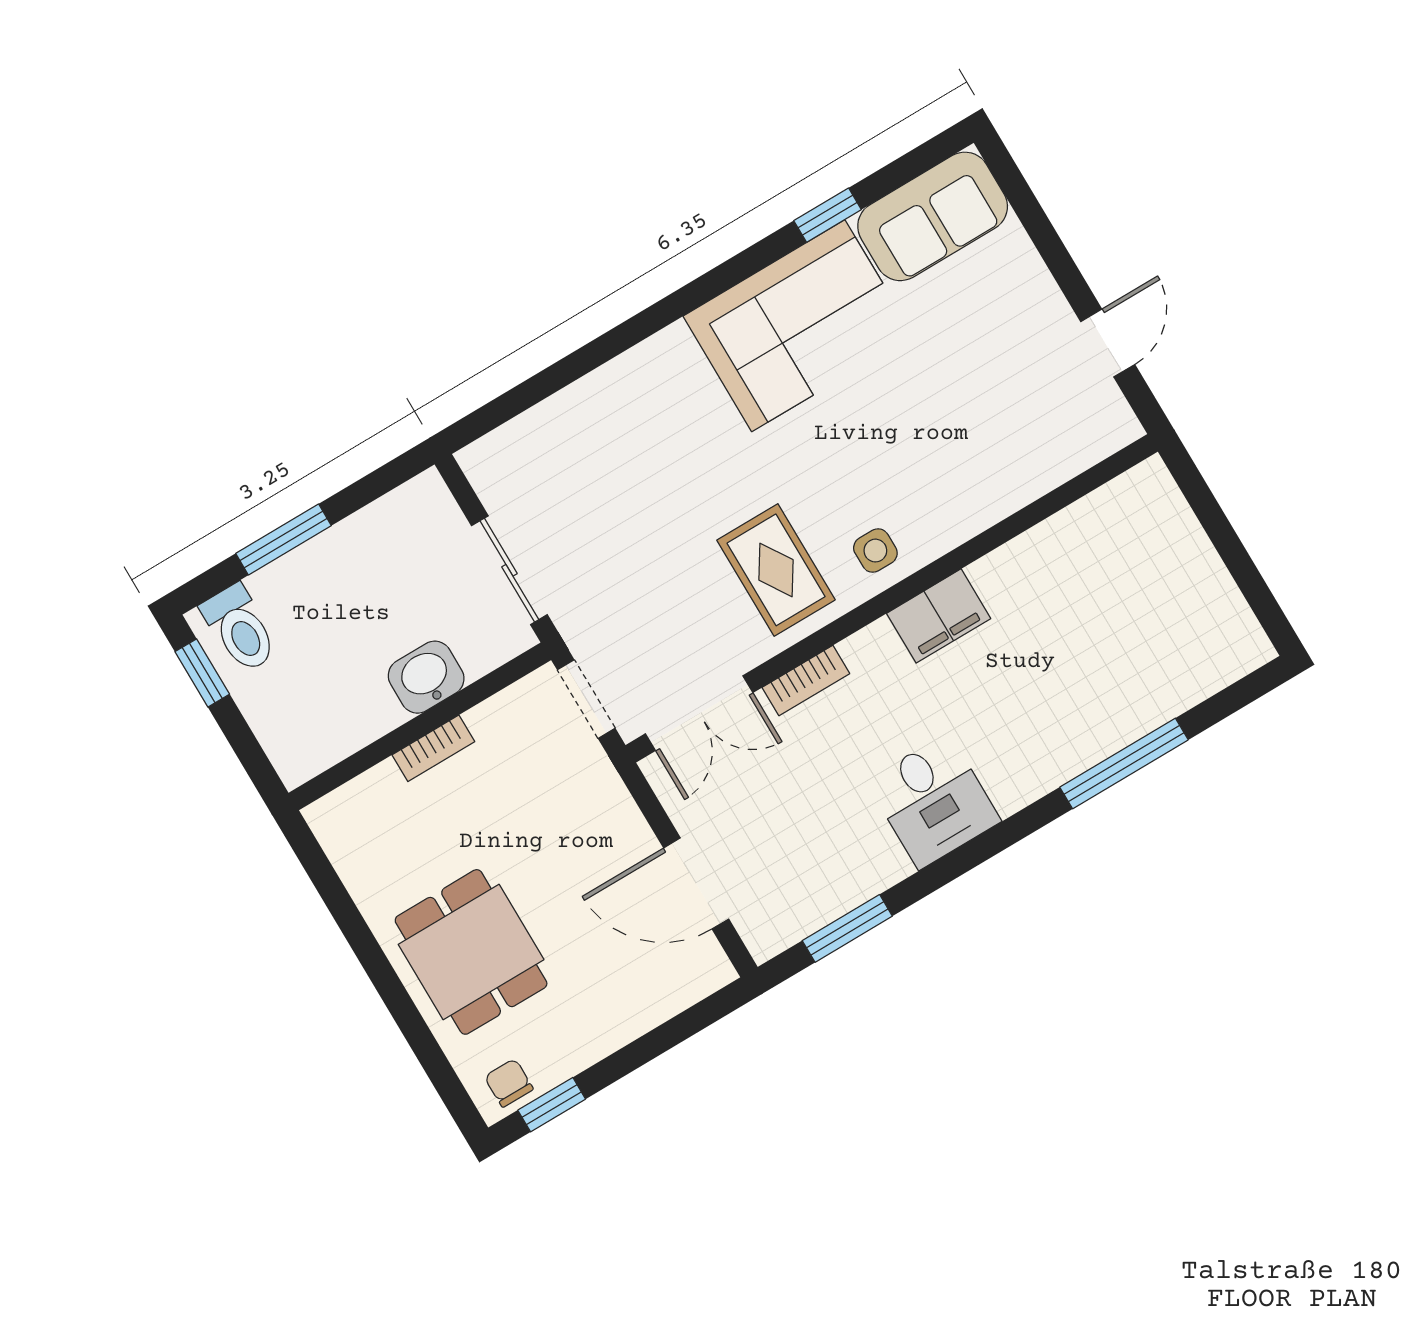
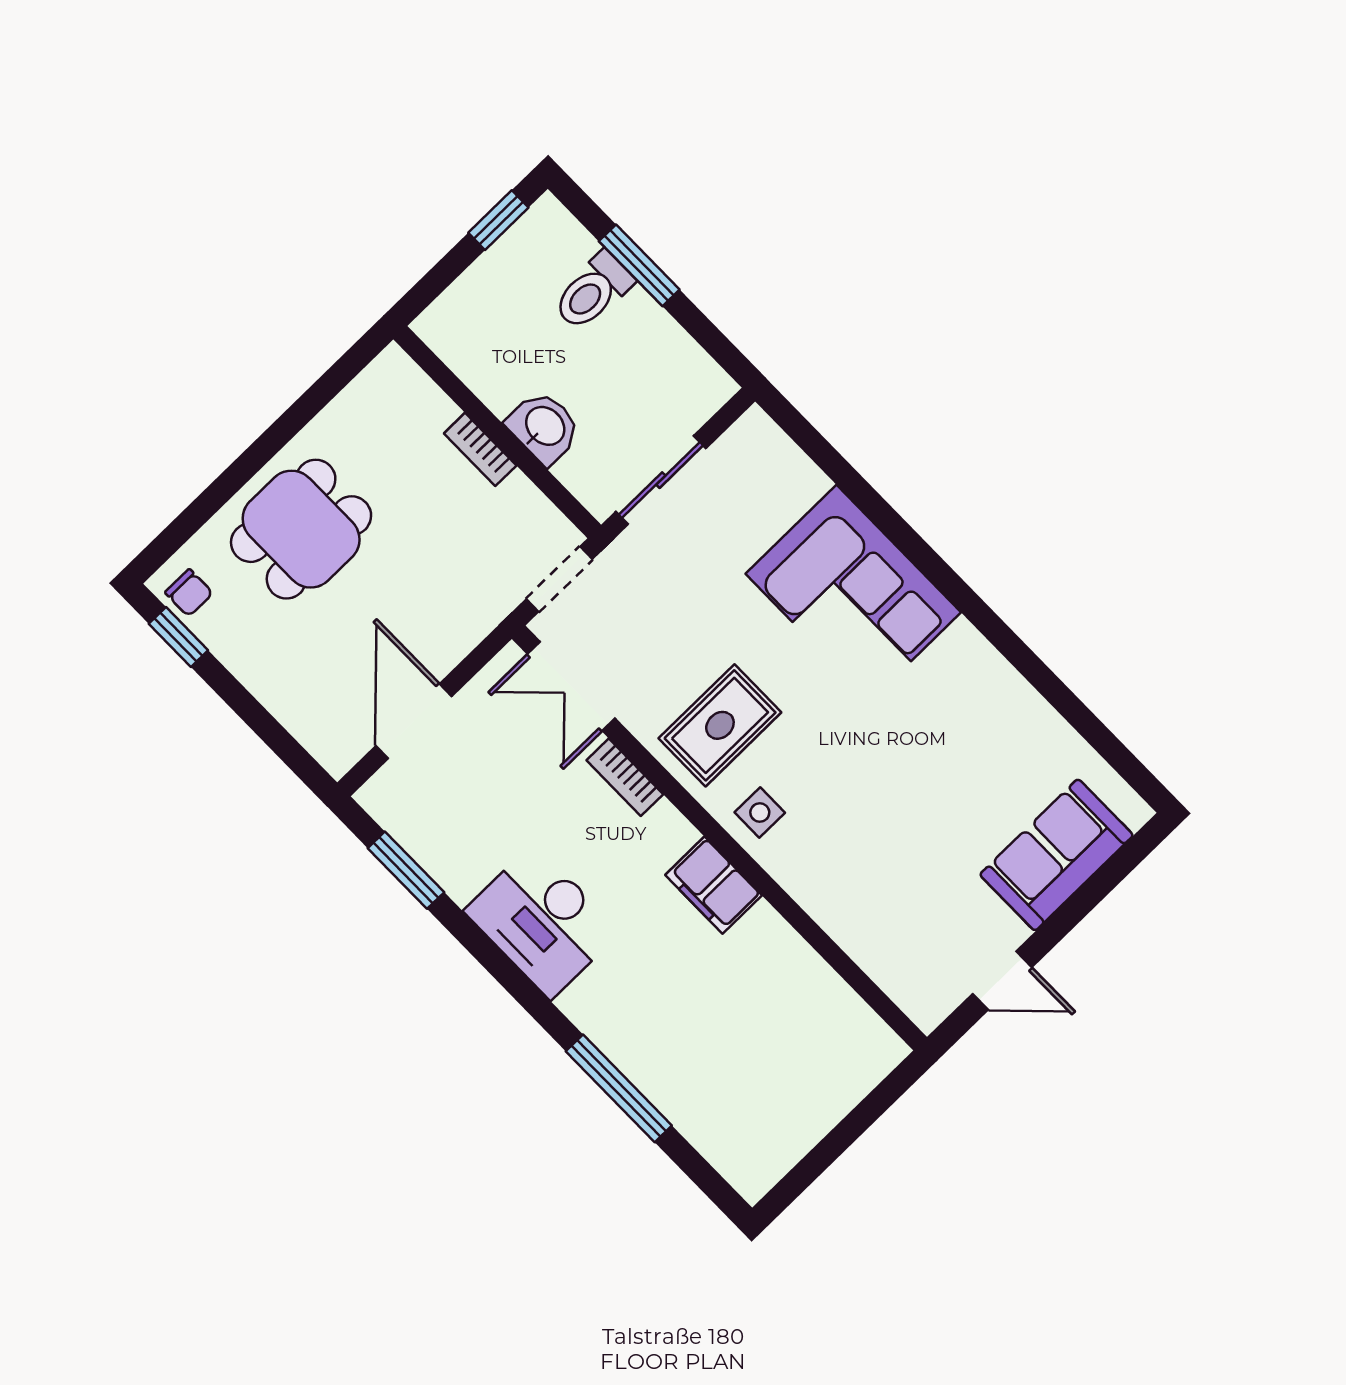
window: (828, 215) -> (1058, 694), removed
sofa: (933, 216) -> (1057, 855), moved, turned 90
corner sofa: (798, 326) -> (853, 593), moved
toilet: (240, 629) -> (593, 291), moved
desk: (934, 801) -> (542, 921), width x1.37
chair: (509, 1083) -> (189, 593), turned 90

